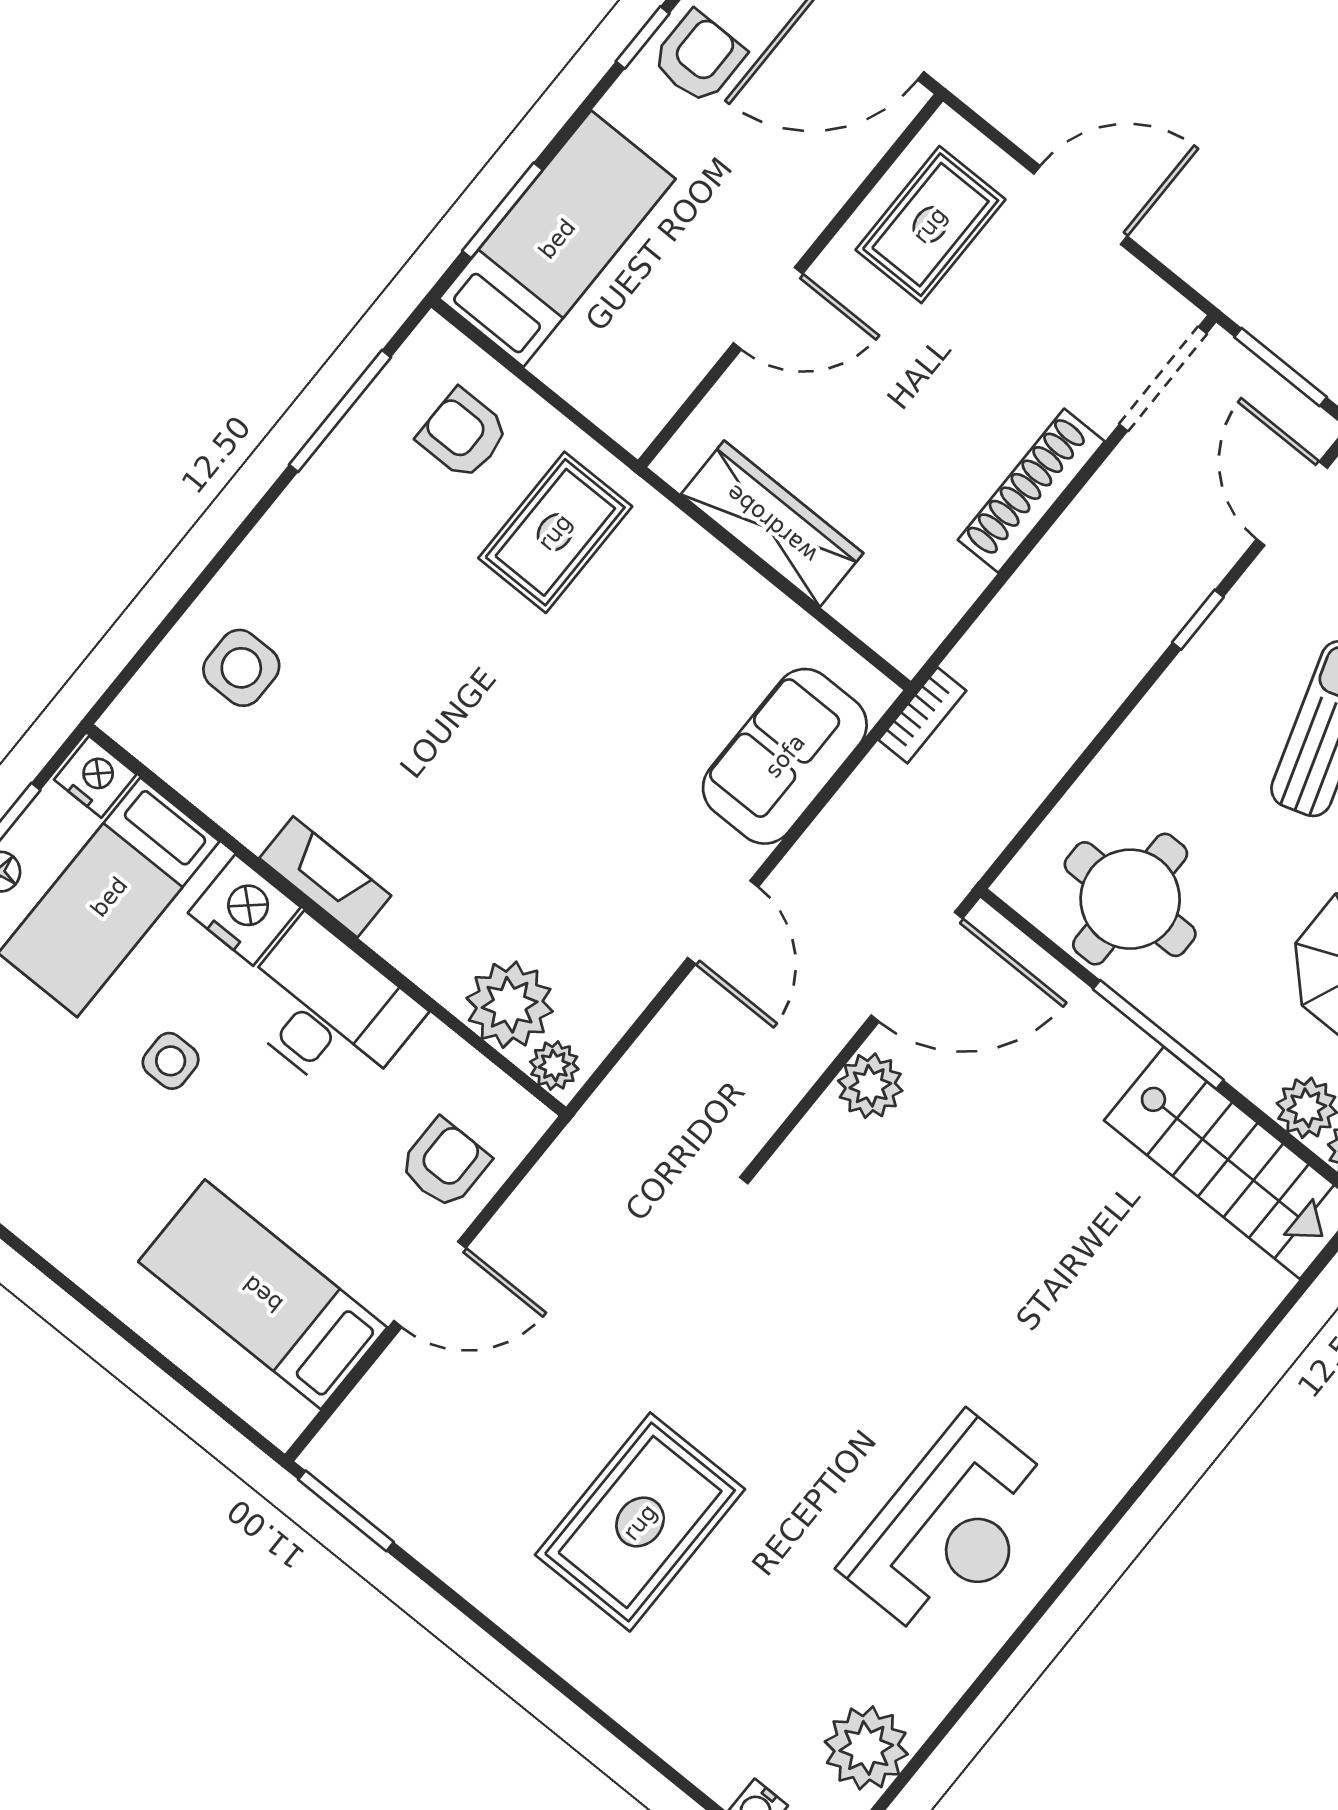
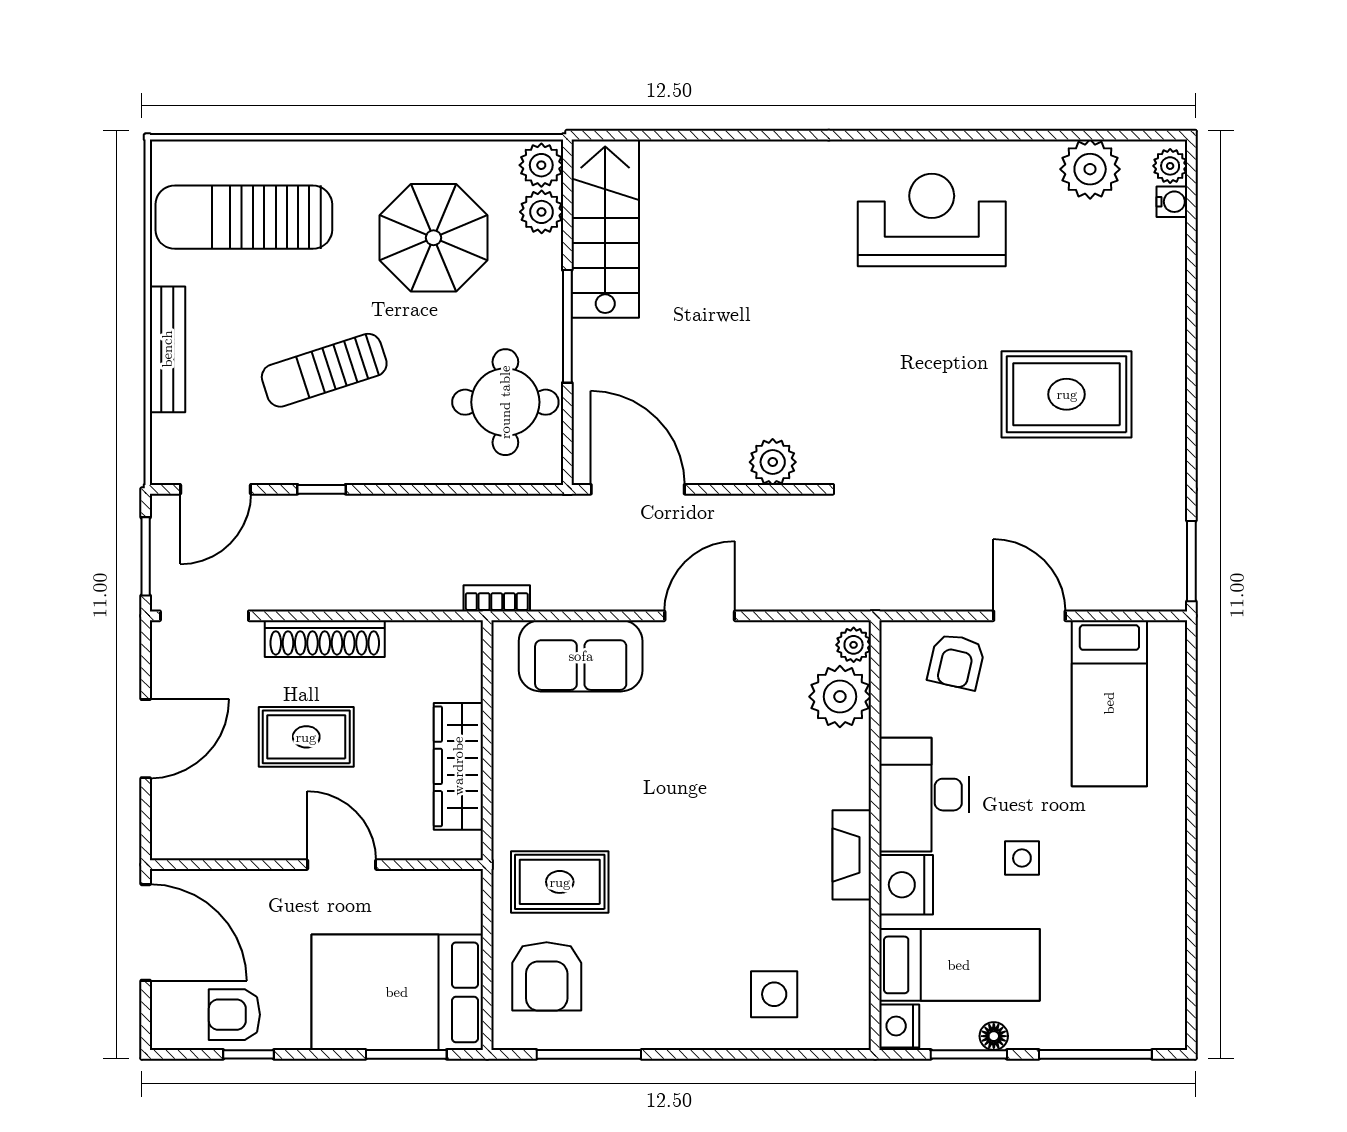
door: (1081, 205) -> (146, 739), swing flipped
rug: (930, 225) -> (306, 737), moved
bed: (557, 239) -> (397, 992), width x1.50
armchair: (463, 434) -> (547, 976), width x1.38, depth x1.38
plant: (870, 1086) -> (773, 462), moved
armchair: (445, 1164) -> (956, 662), turned -77

